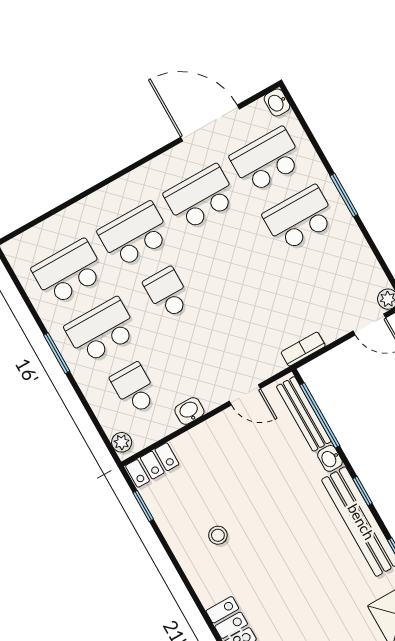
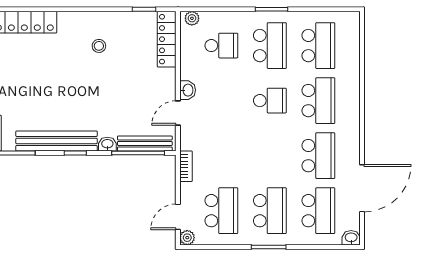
school desk: (332, 276) -> (221, 211), added
washbasin: (189, 411) -> (188, 90), moved
locker: (152, 465) -> (167, 39), width x1.53

